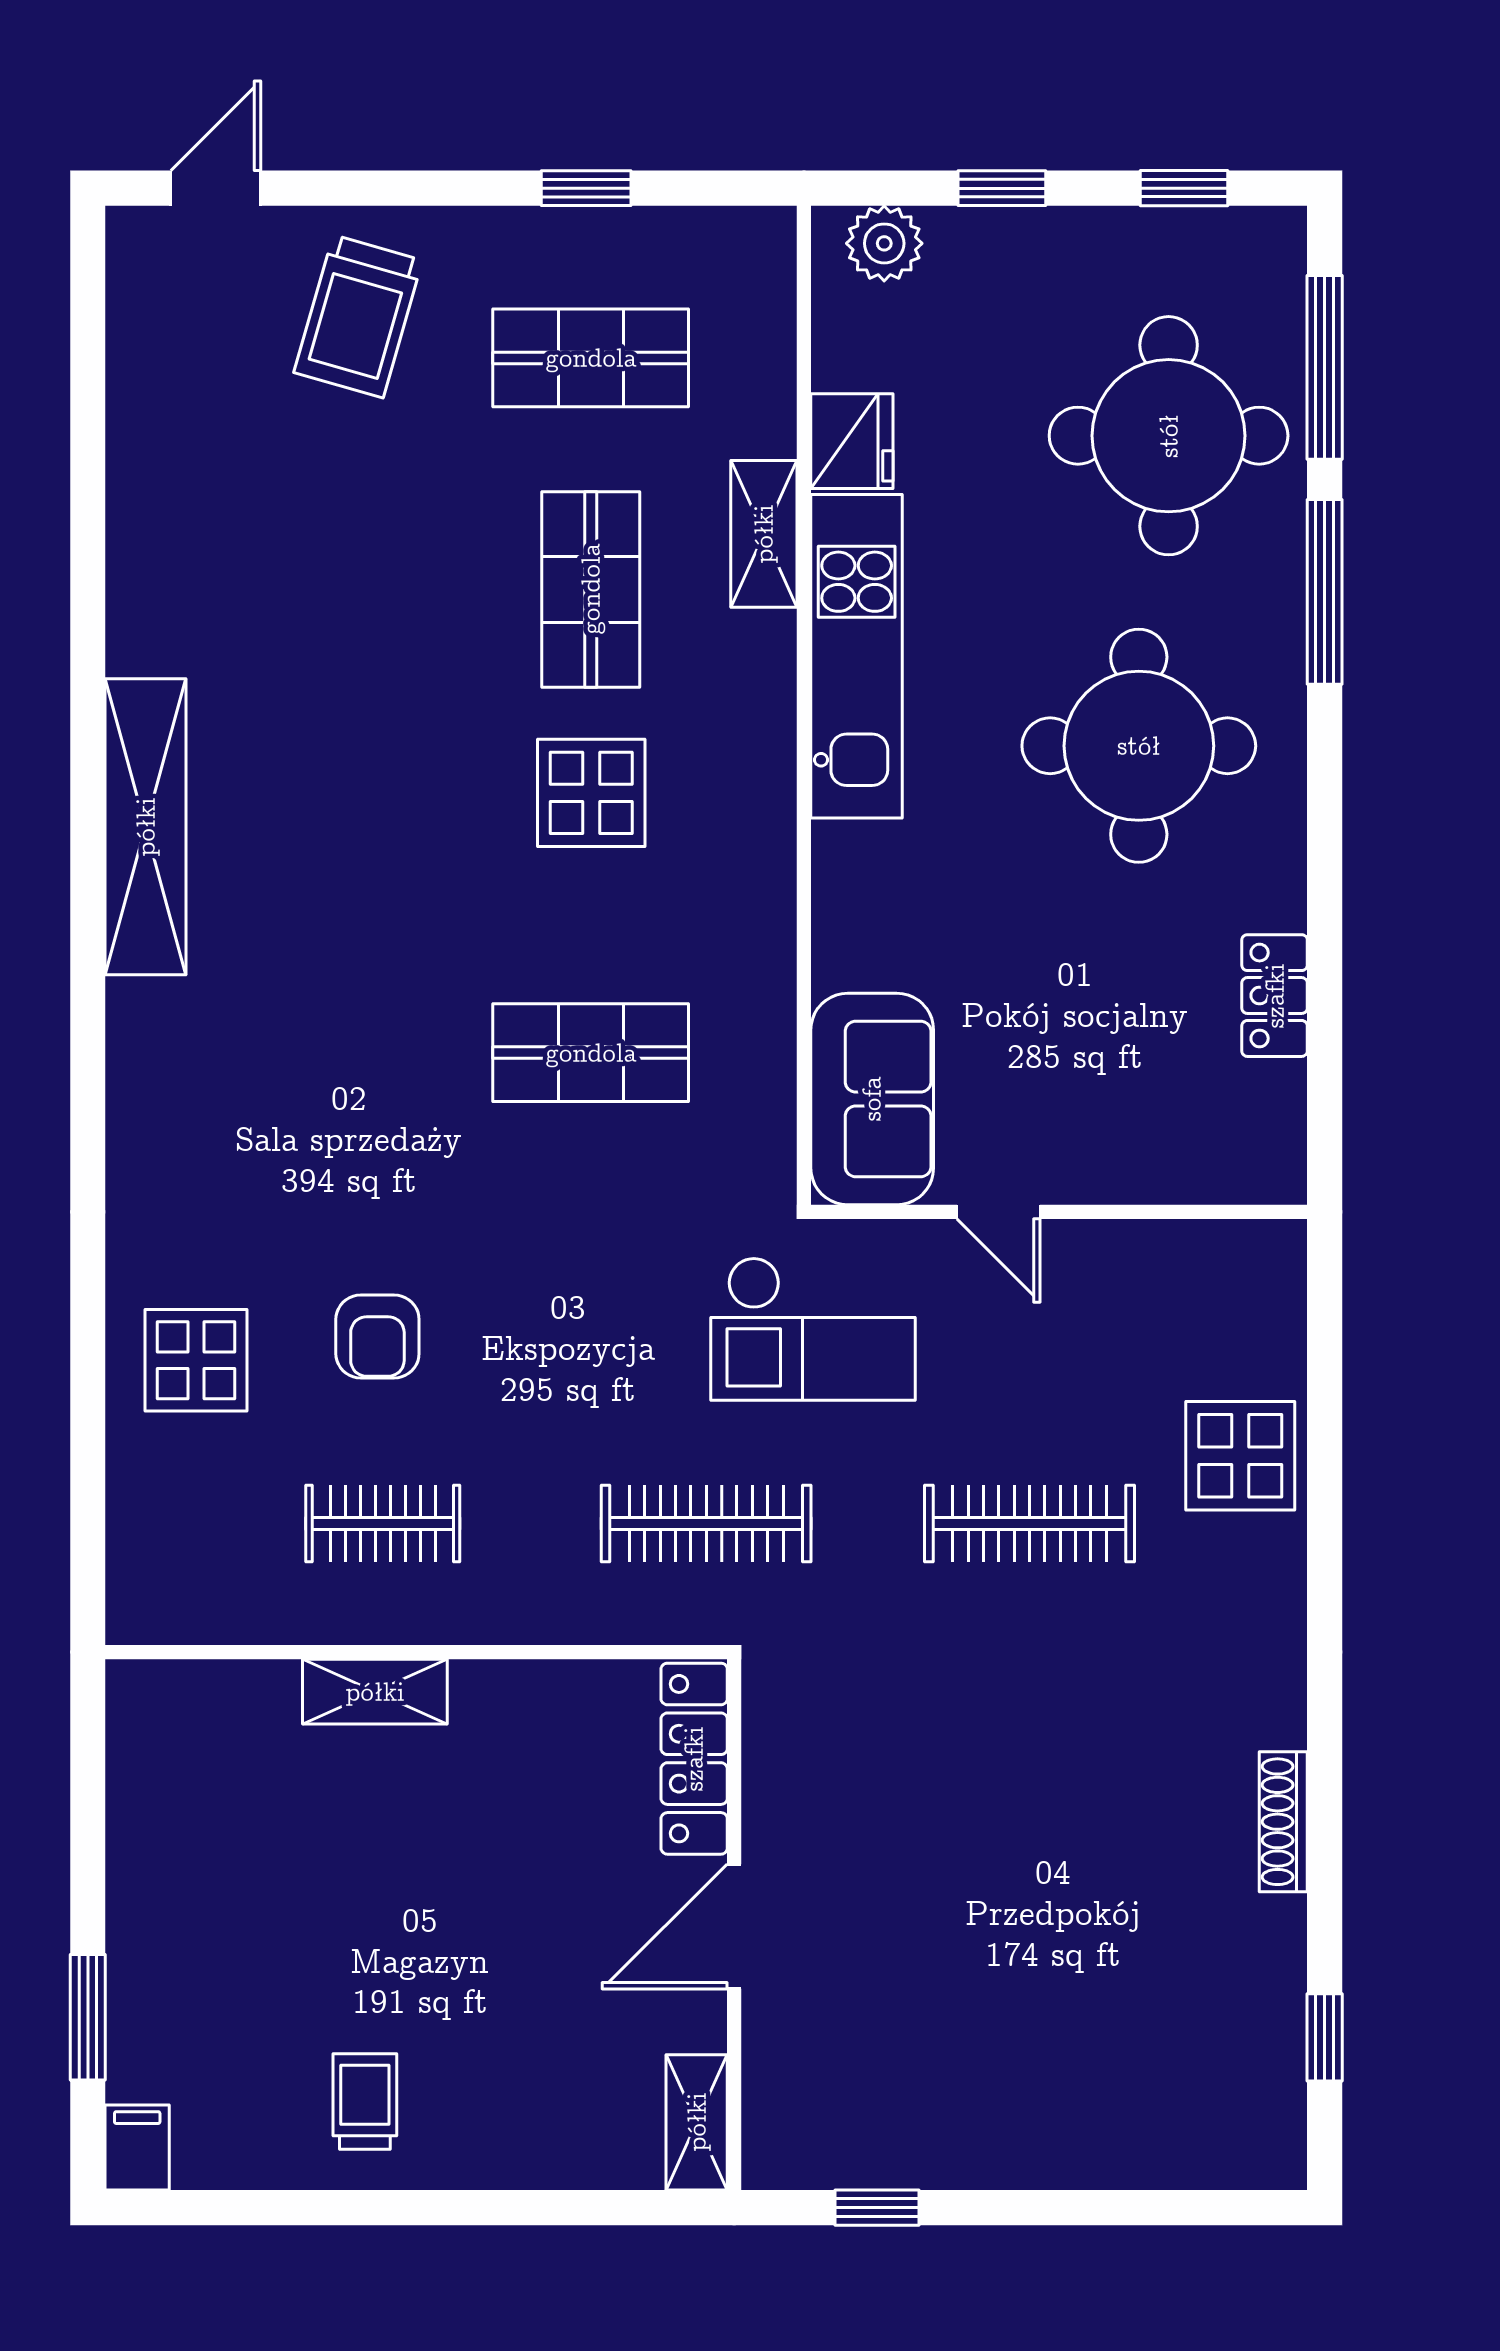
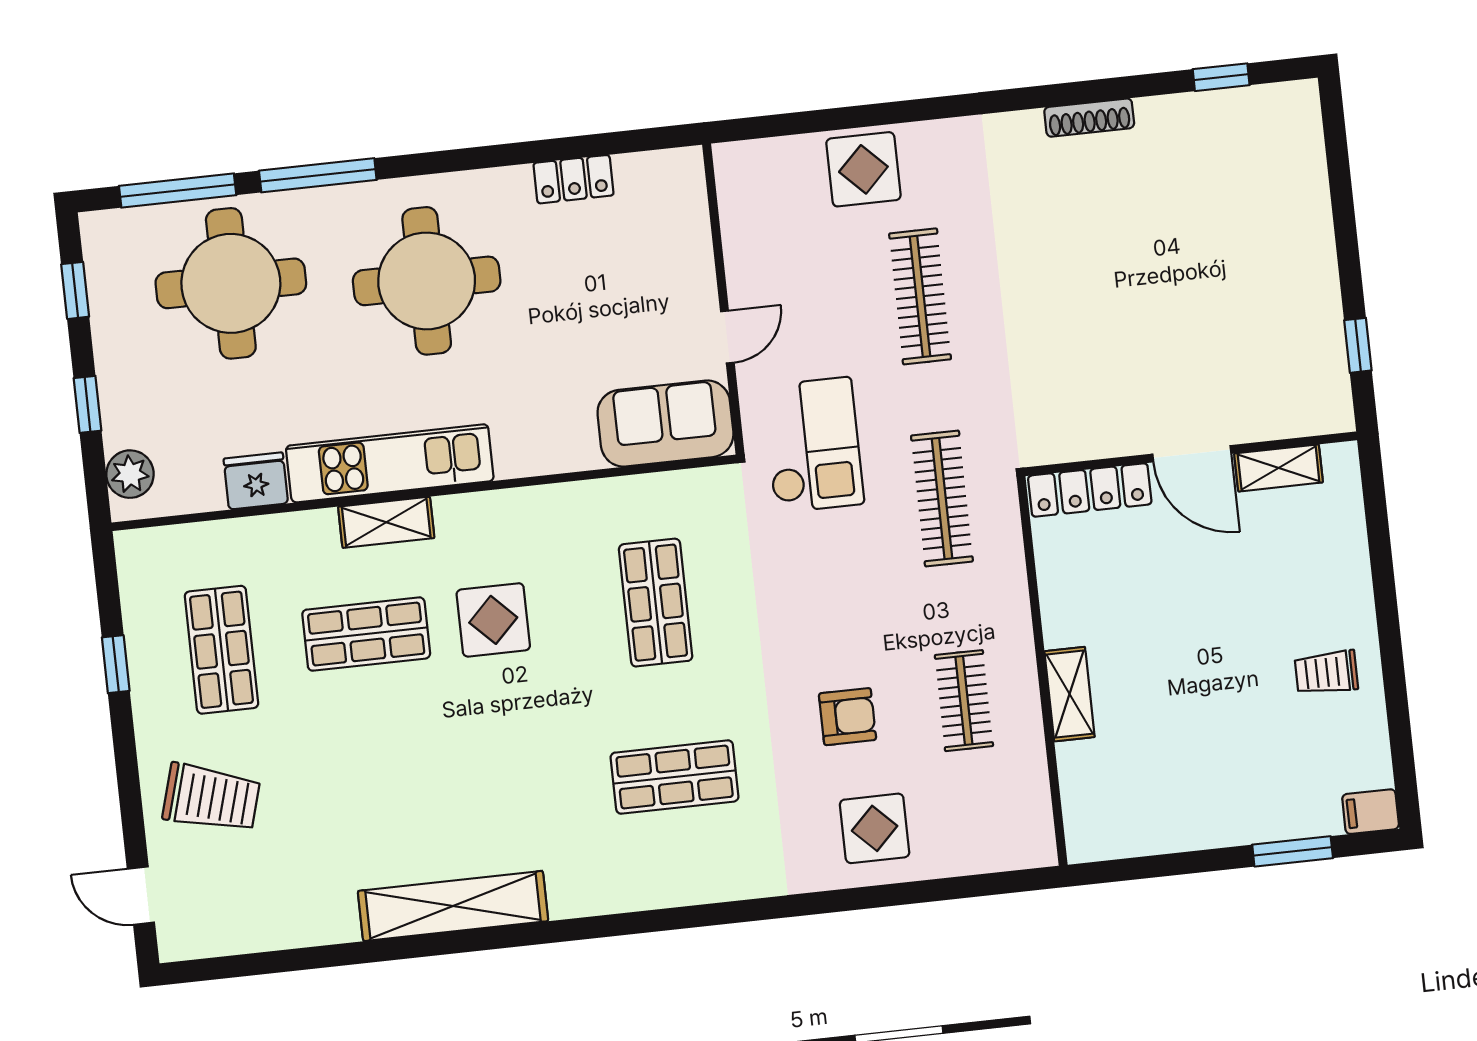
shelving: (764, 534) -> (386, 522), moved
shelving: (146, 827) -> (453, 906), moved
shop shelf: (312, 1053) -> (675, 777), added
shelving: (697, 2122) -> (1279, 468), moved

